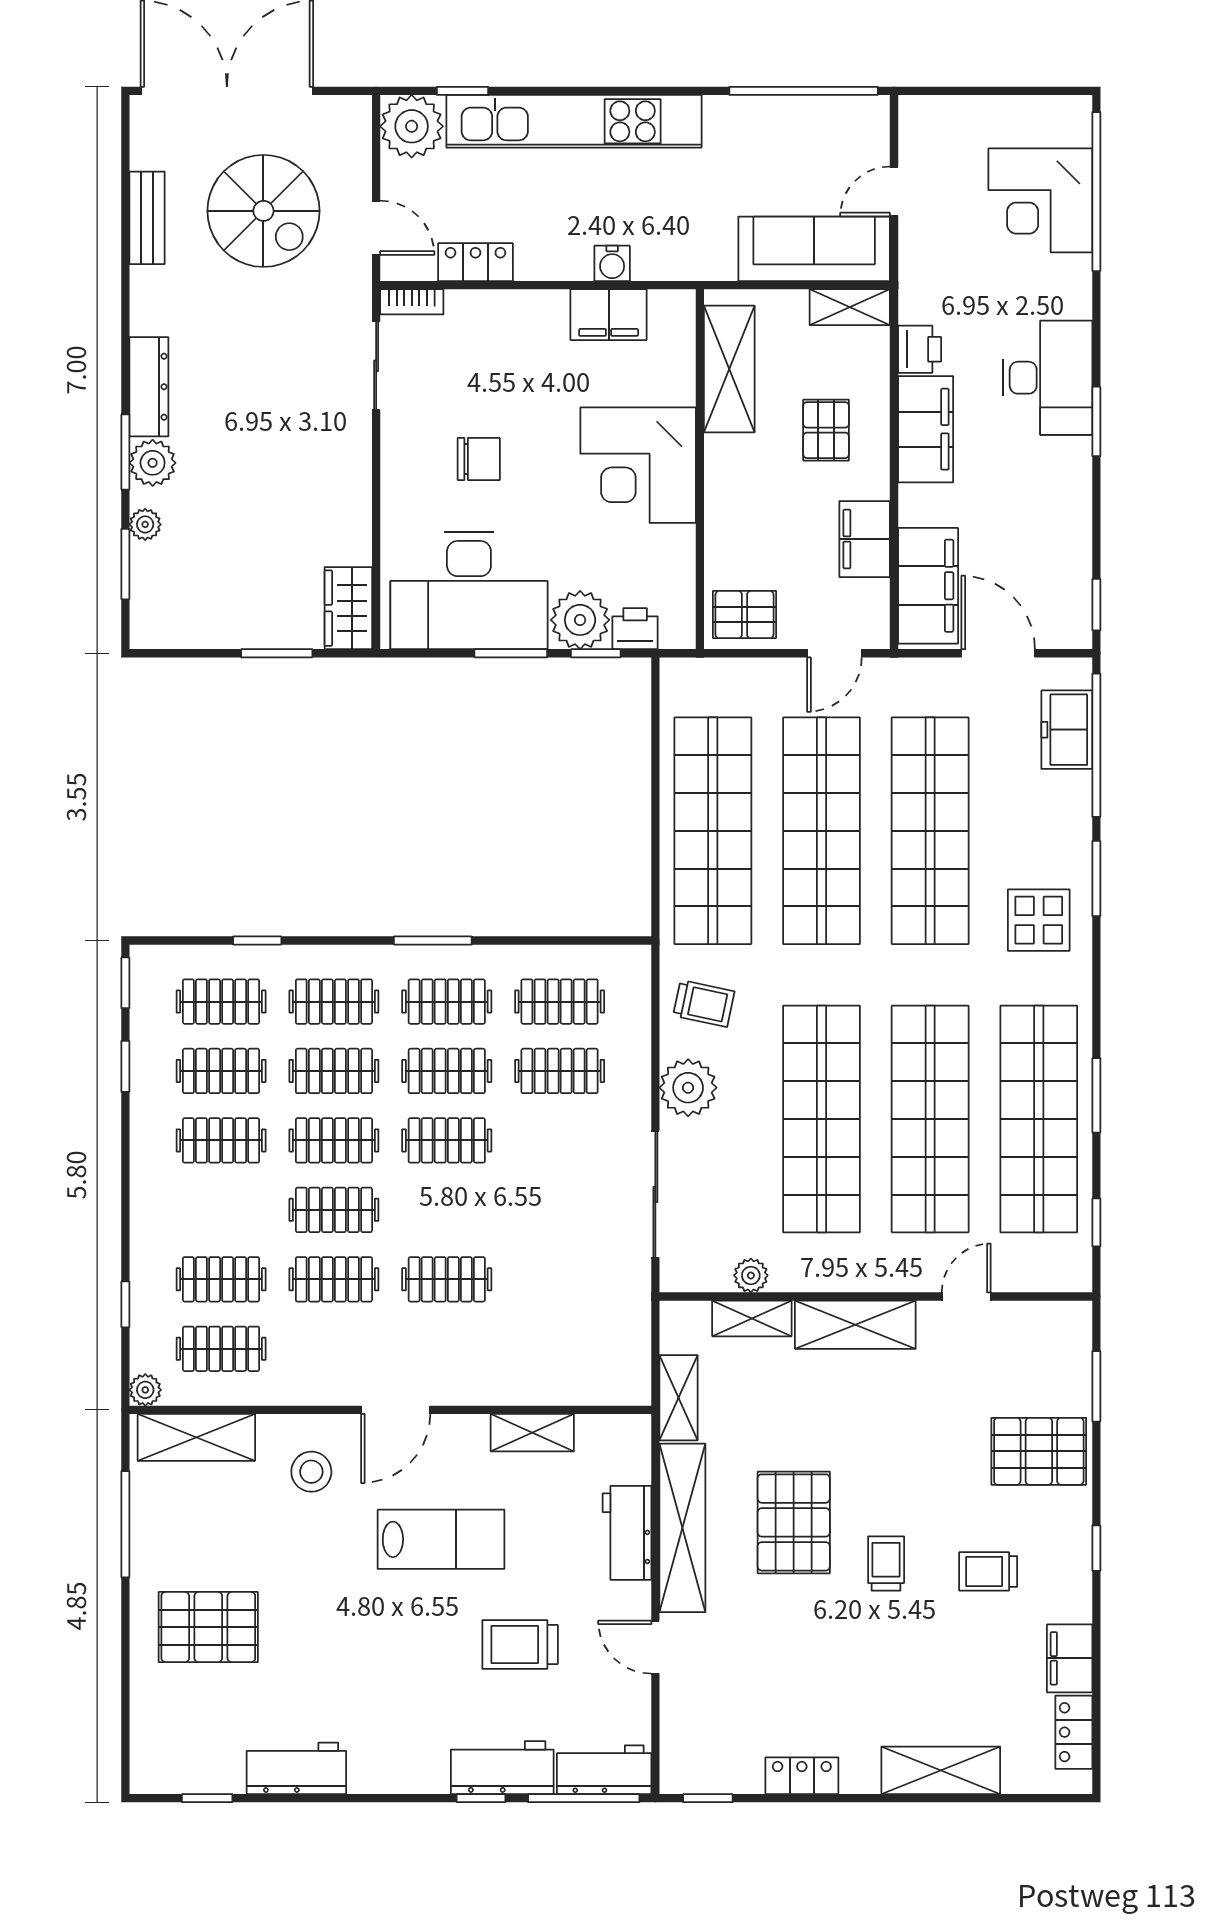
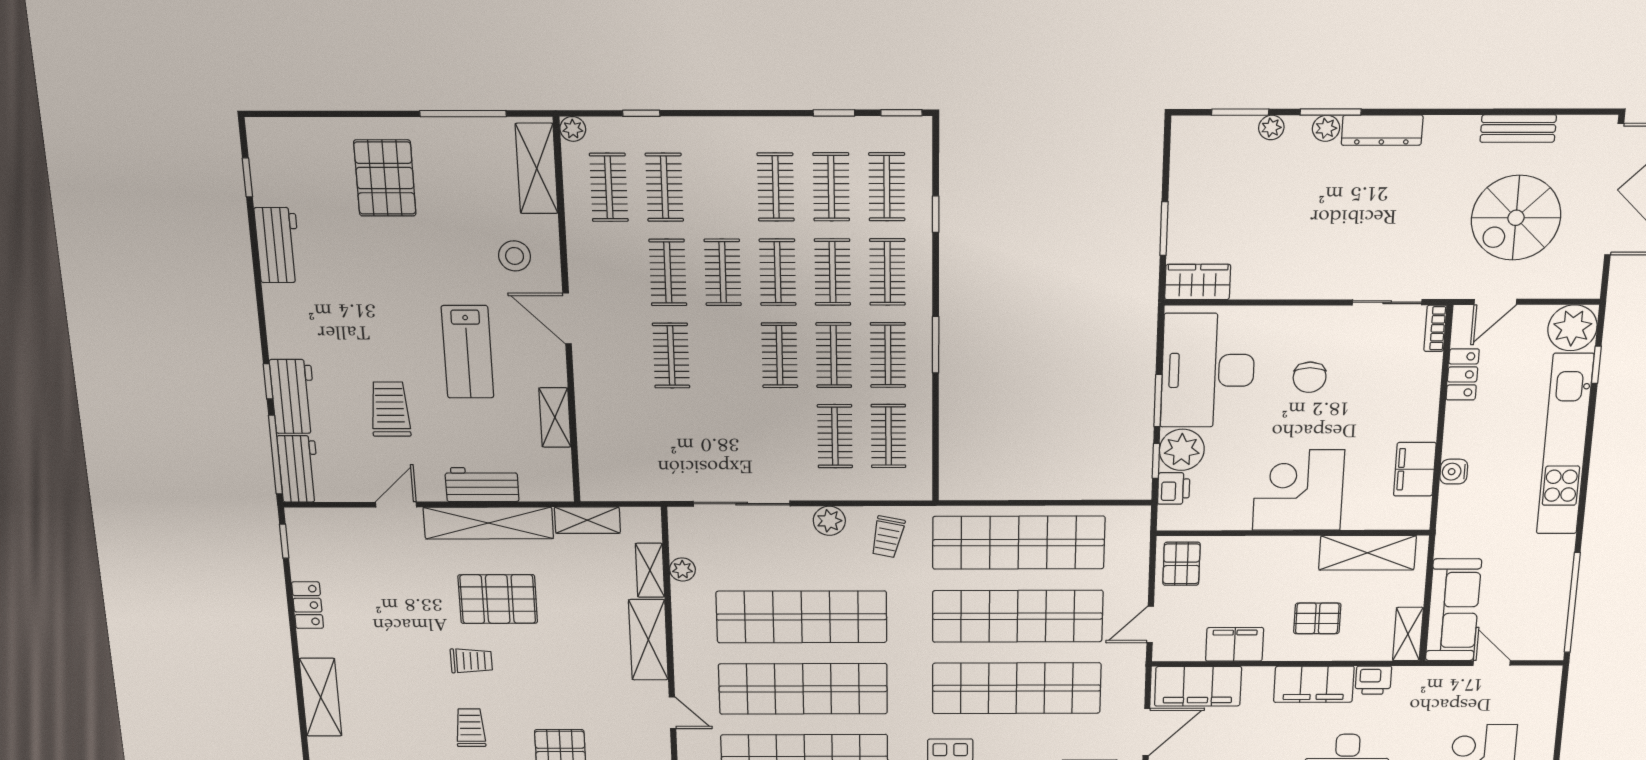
plant: (153, 463) -> (1326, 128), width x0.73, depth x0.73
door: (834, 653) -> (1150, 624), hinge flipped
plant: (688, 1088) -> (829, 521), width x0.73, depth x0.73

